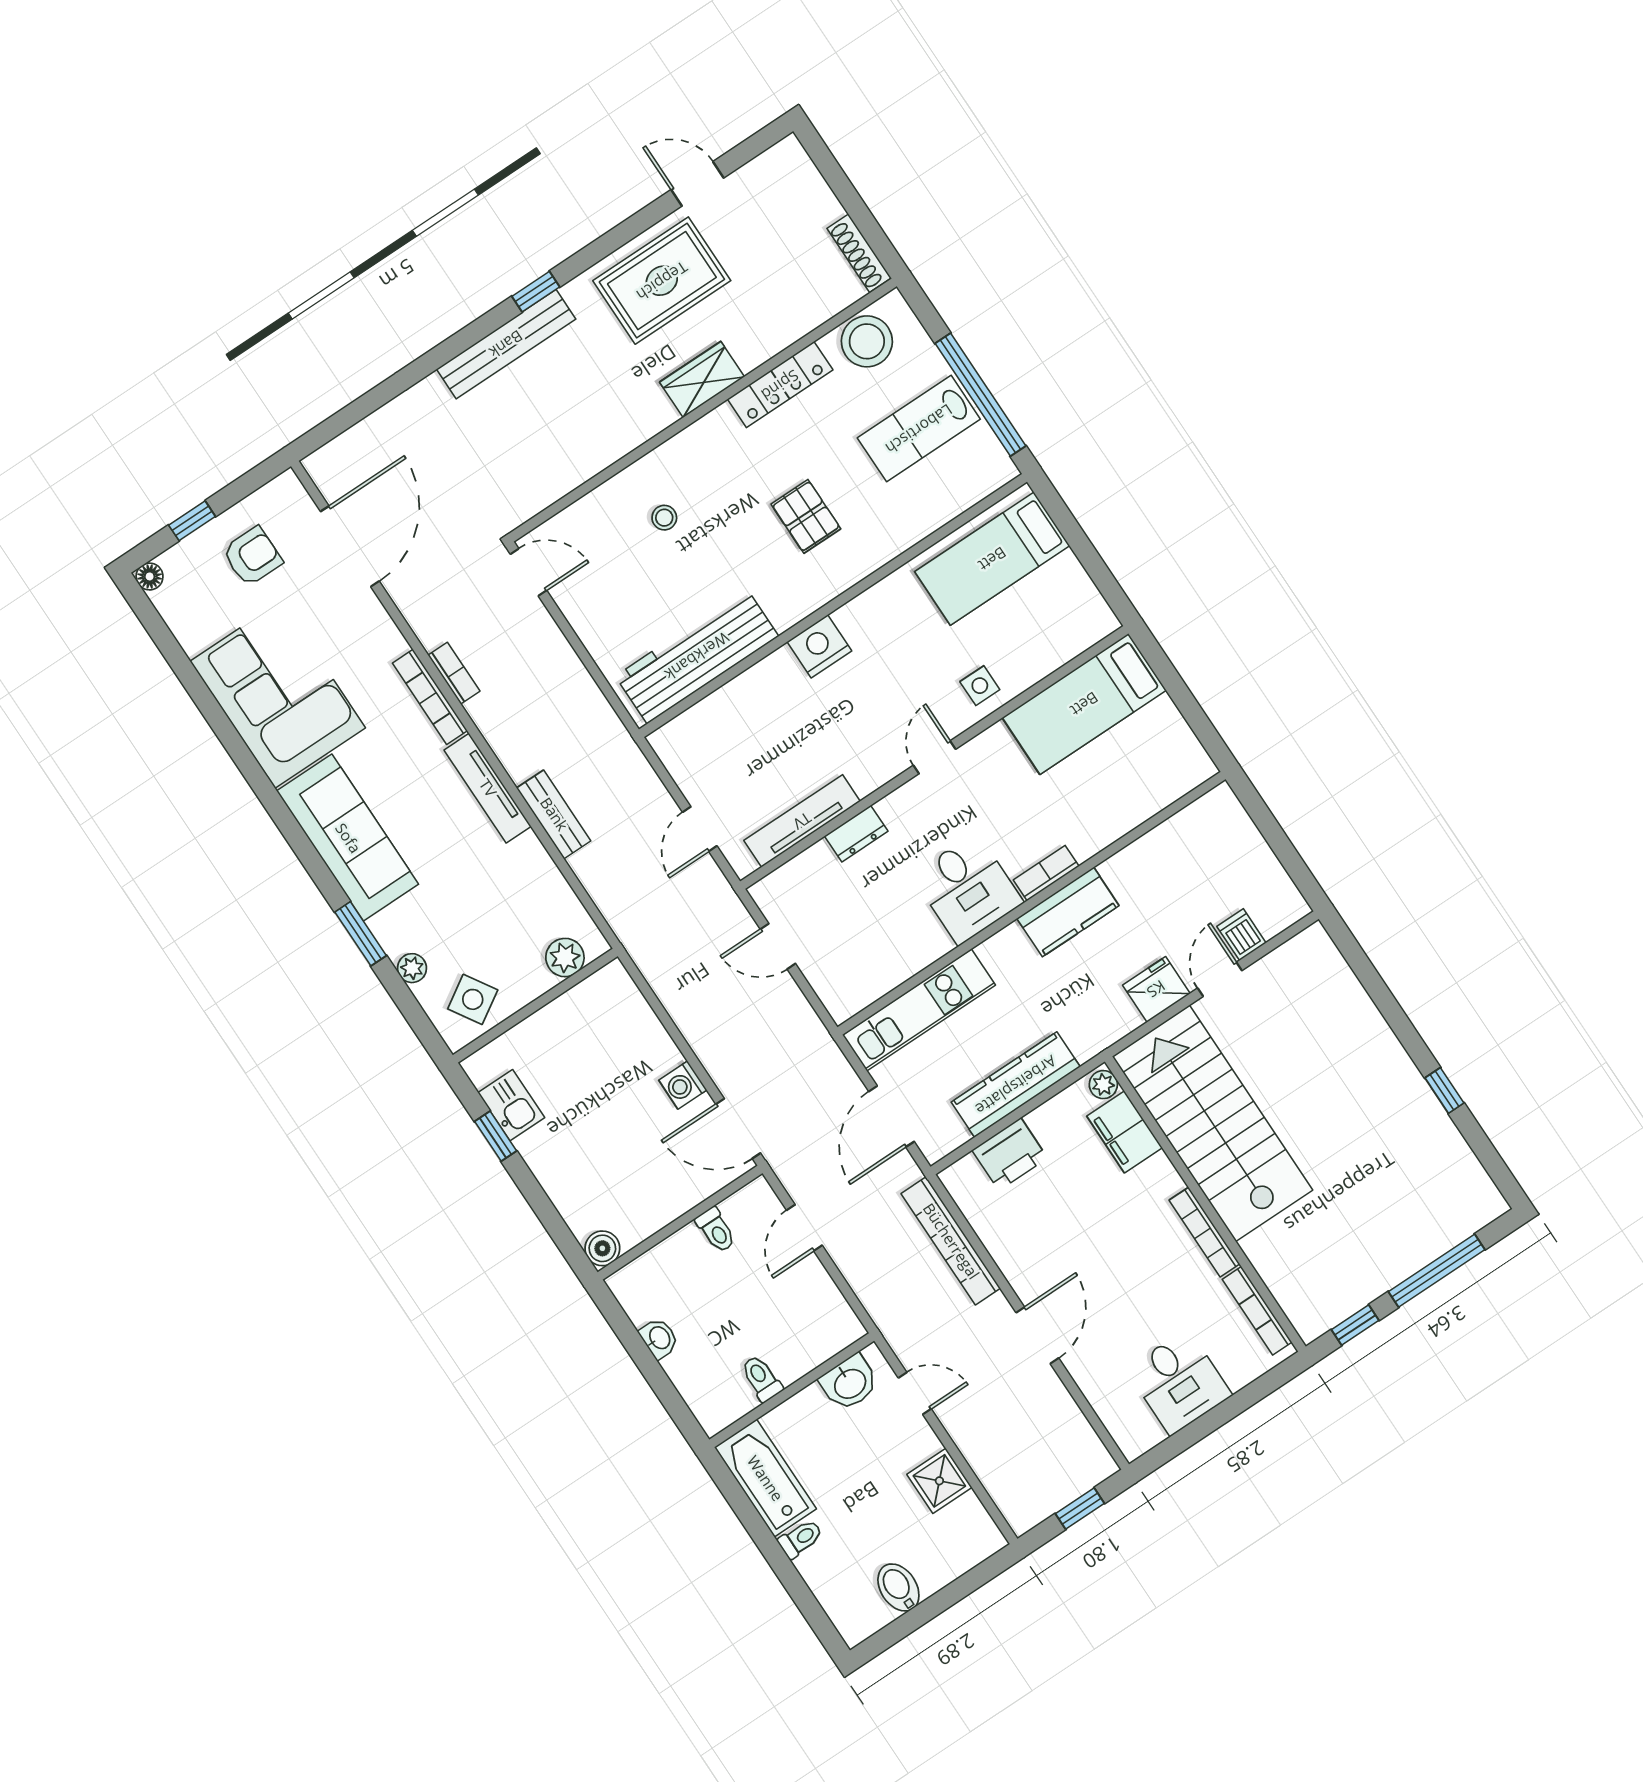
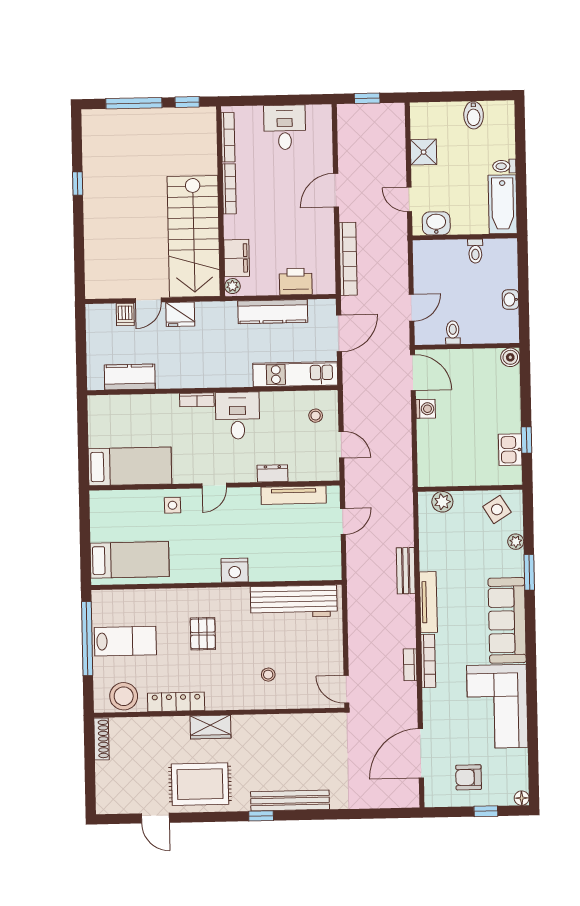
kitchen counter: (1068, 912) -> (130, 377), moved
stool: (847, 966) -> (316, 416), added

